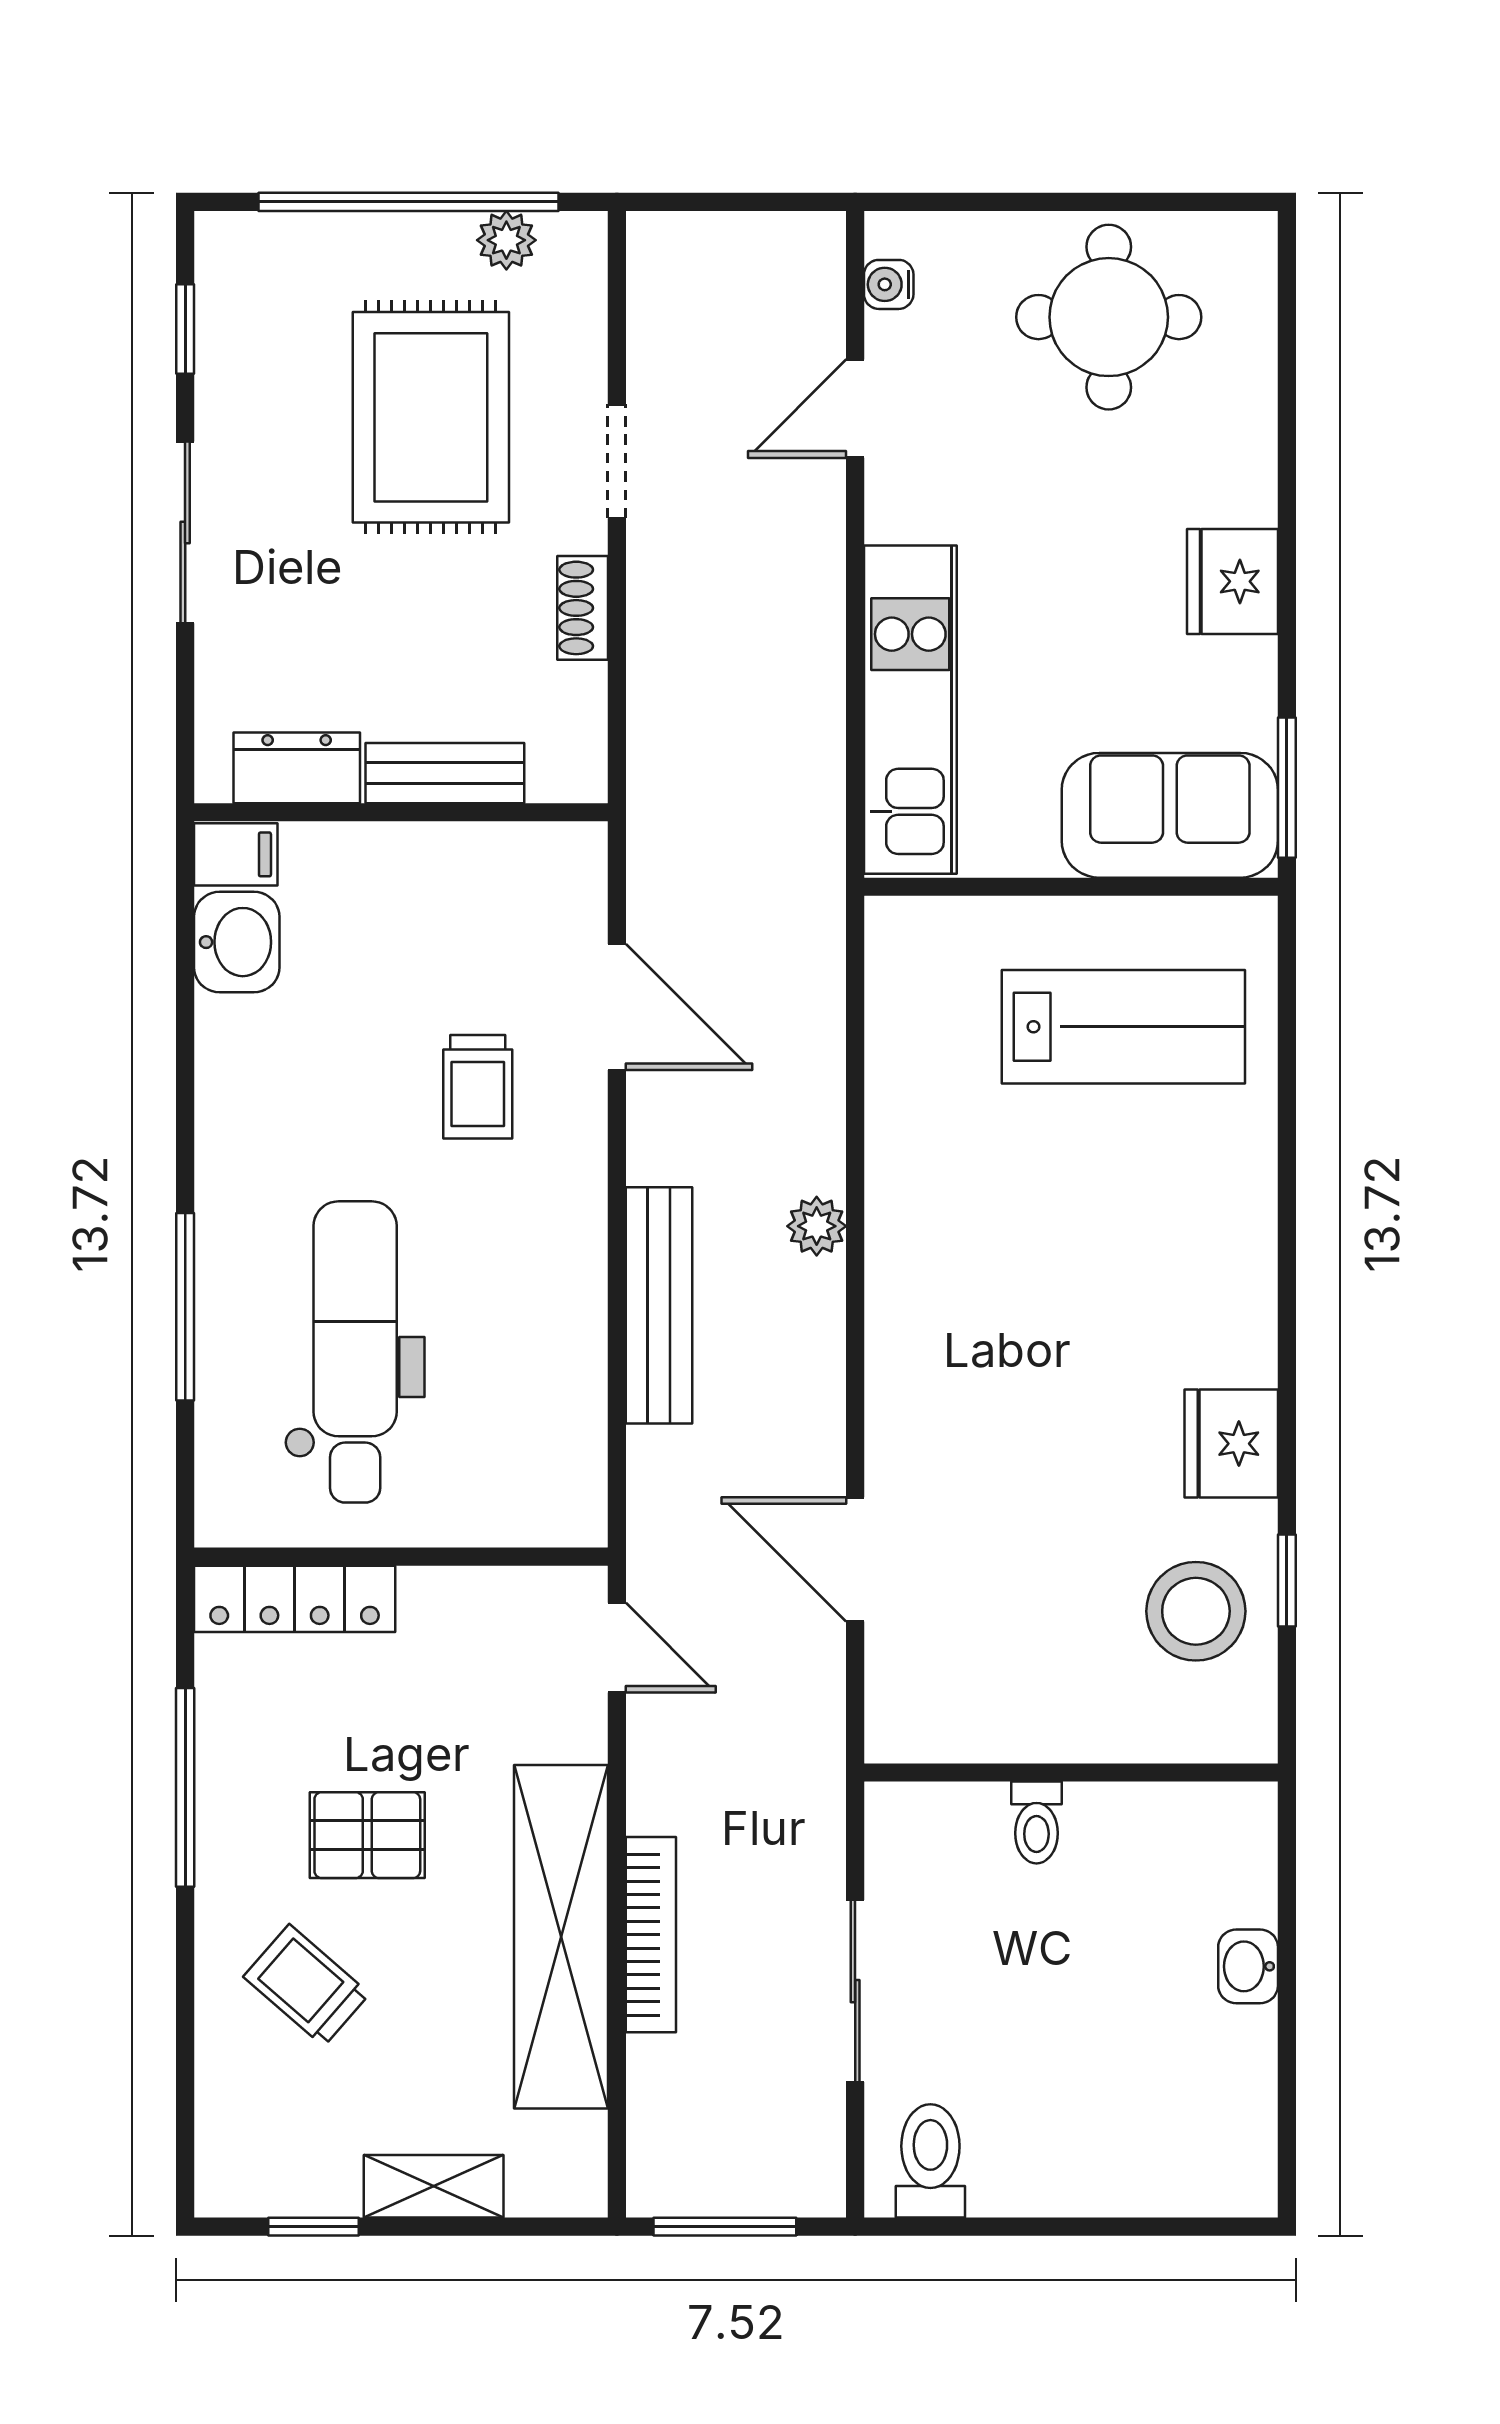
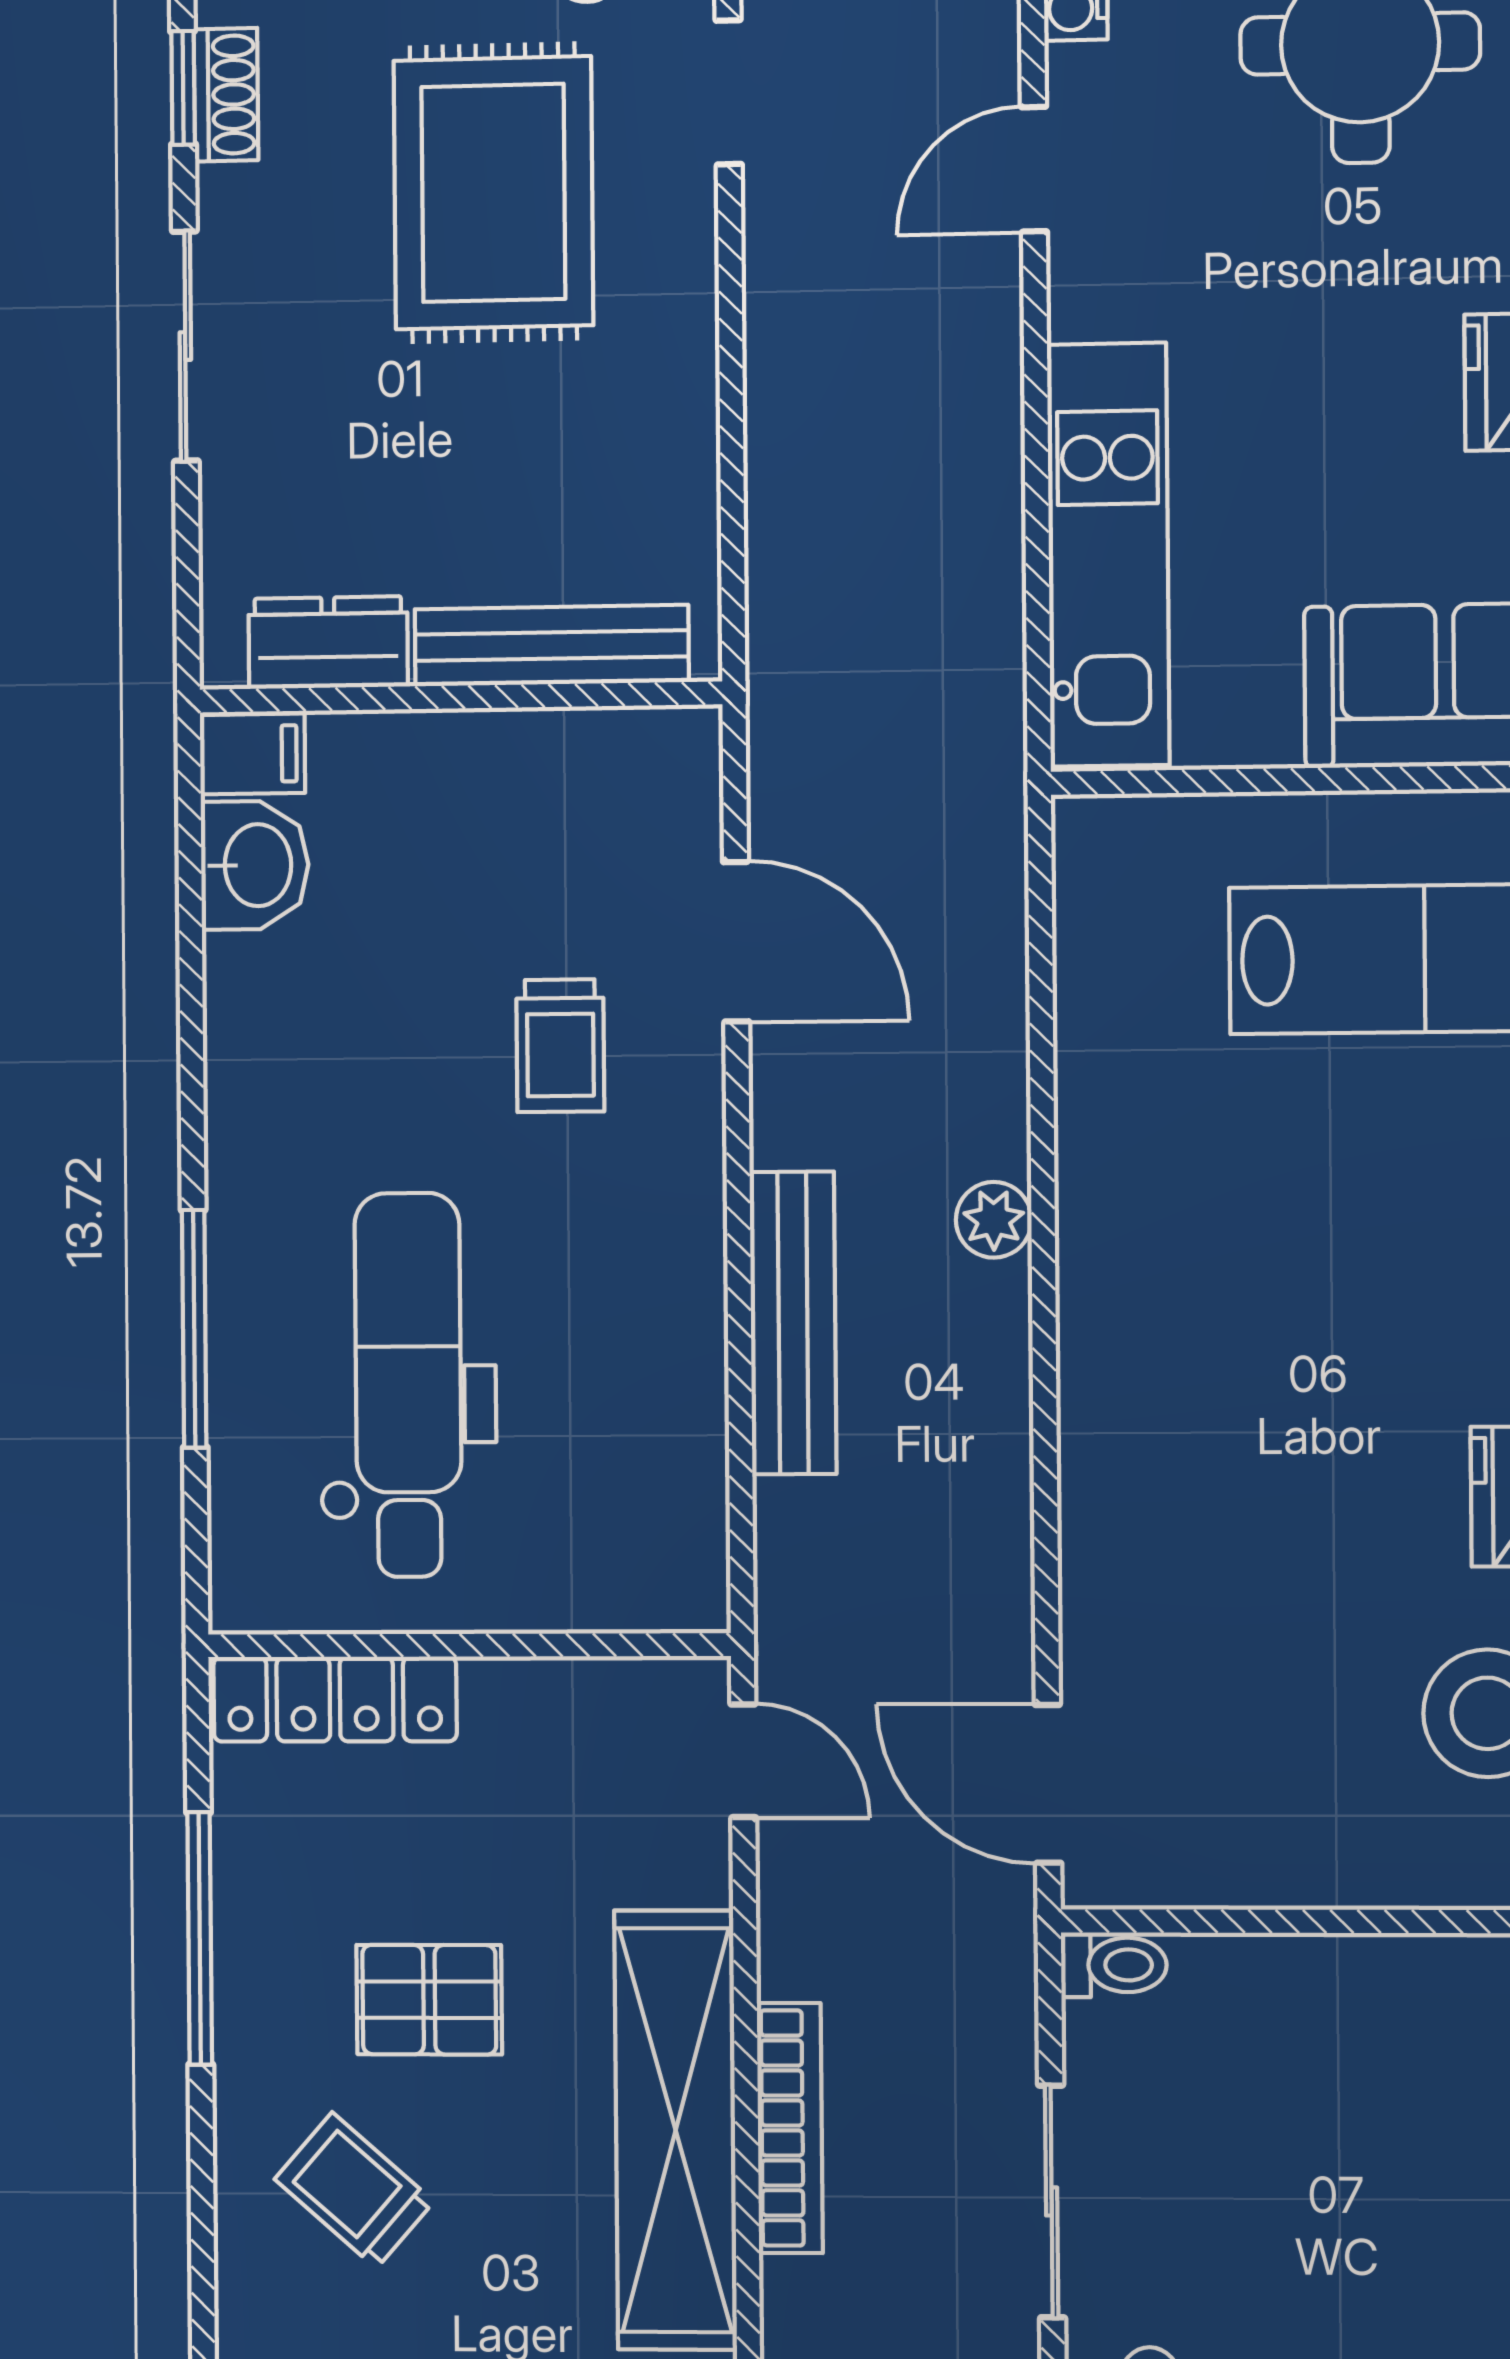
doorway: (617, 461) -> (729, 92), moved
shoe rack: (583, 608) -> (226, 95), moved, turned 180
bench: (445, 773) -> (552, 646), width x1.36
door: (855, 1559) -> (1048, 1784), moved
toilet: (1036, 1822) -> (1114, 1965), moved, turned -90

